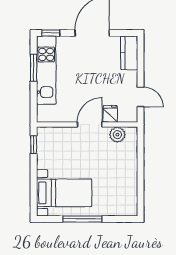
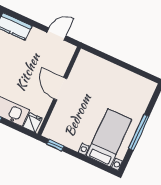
fridge: (110, 114) -> (32, 123), moved, turned 90
plant: (117, 135) -> (80, 69), removed

